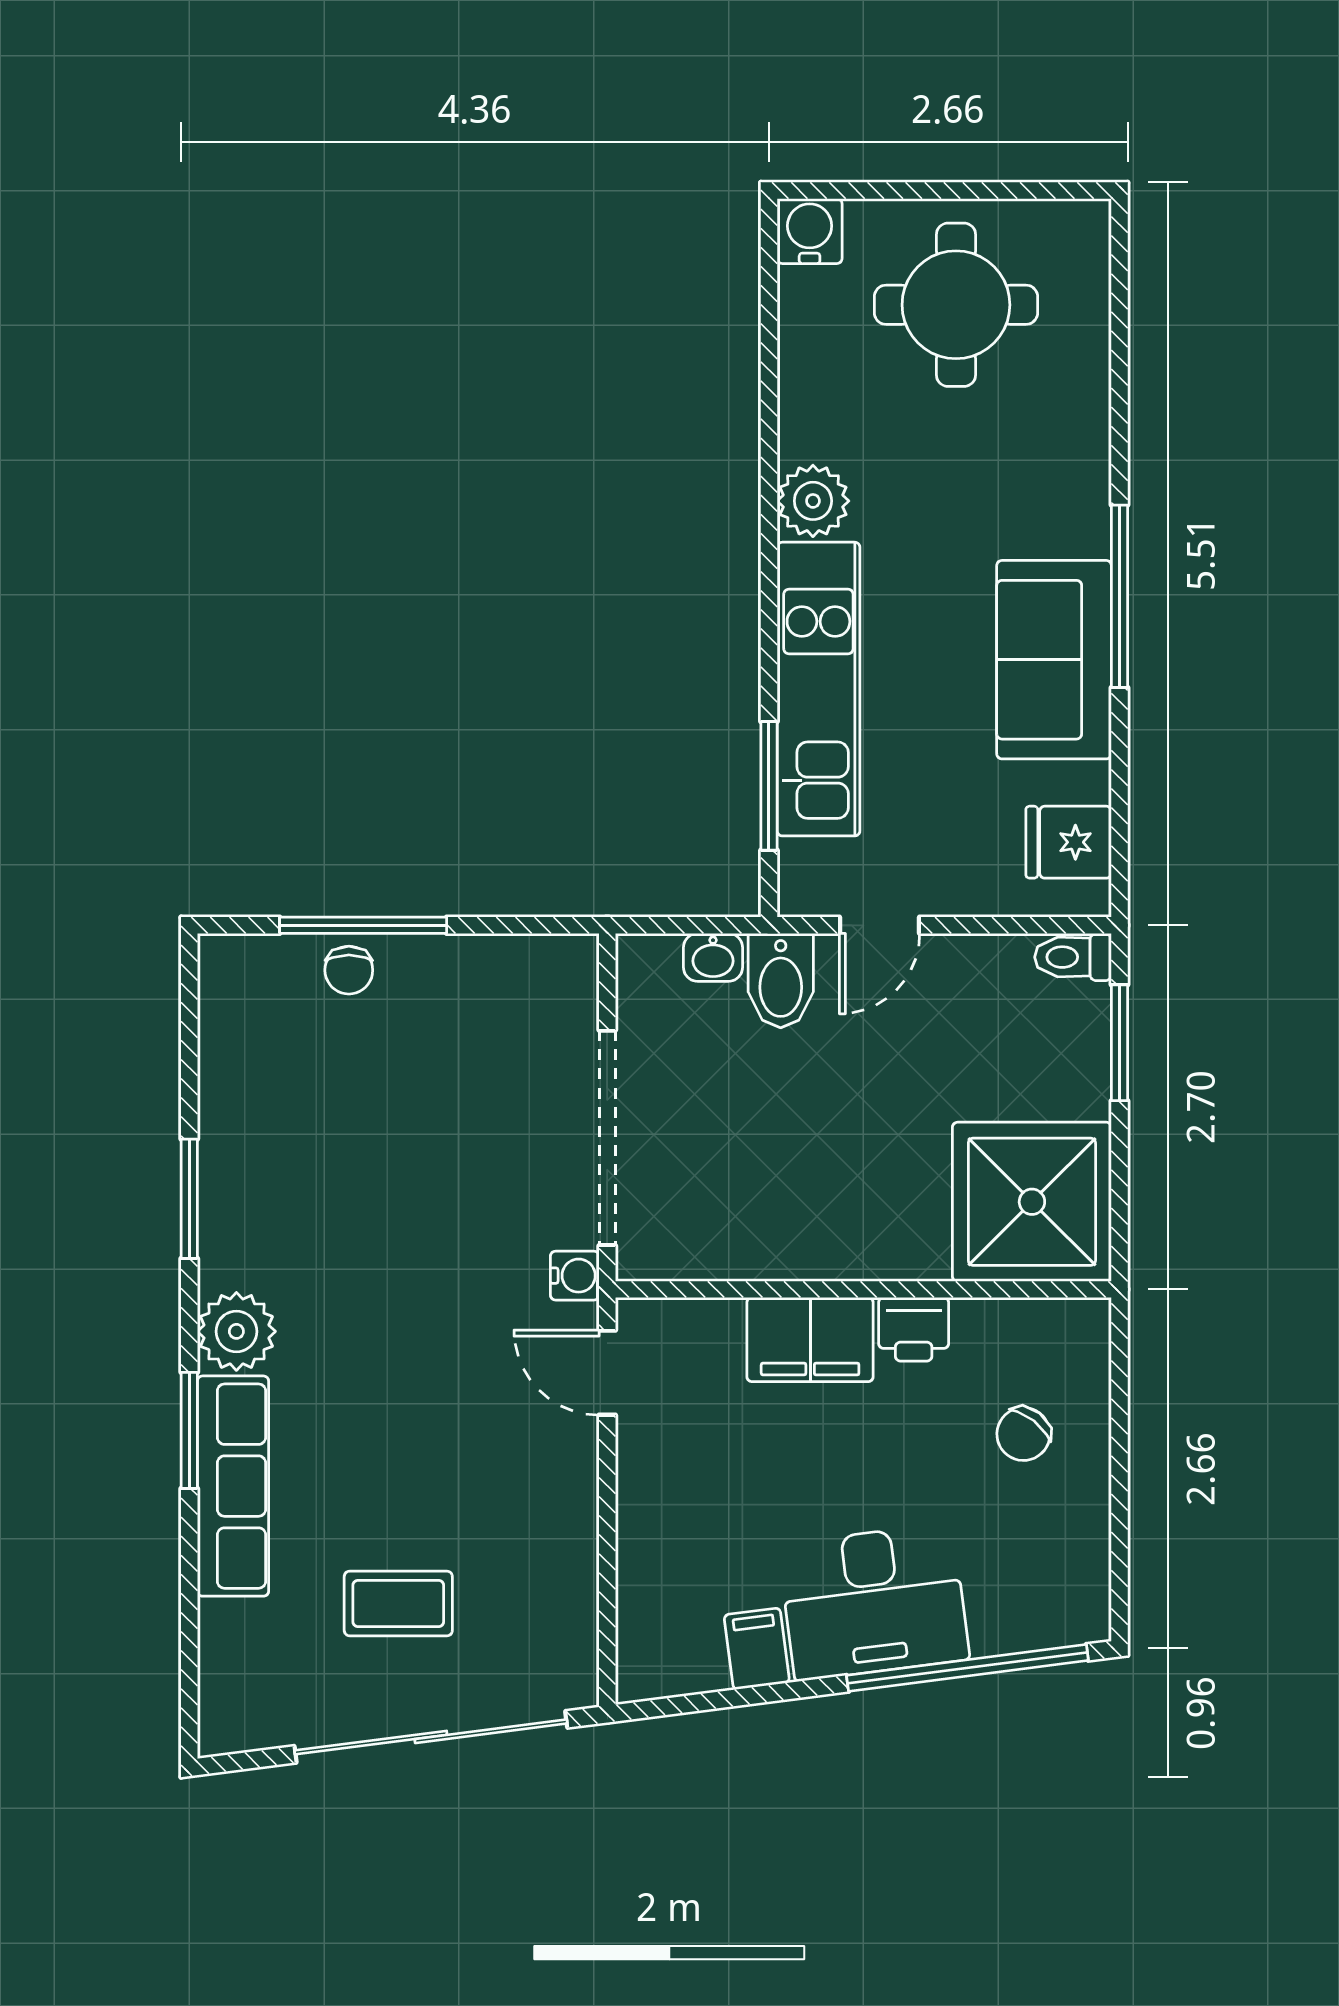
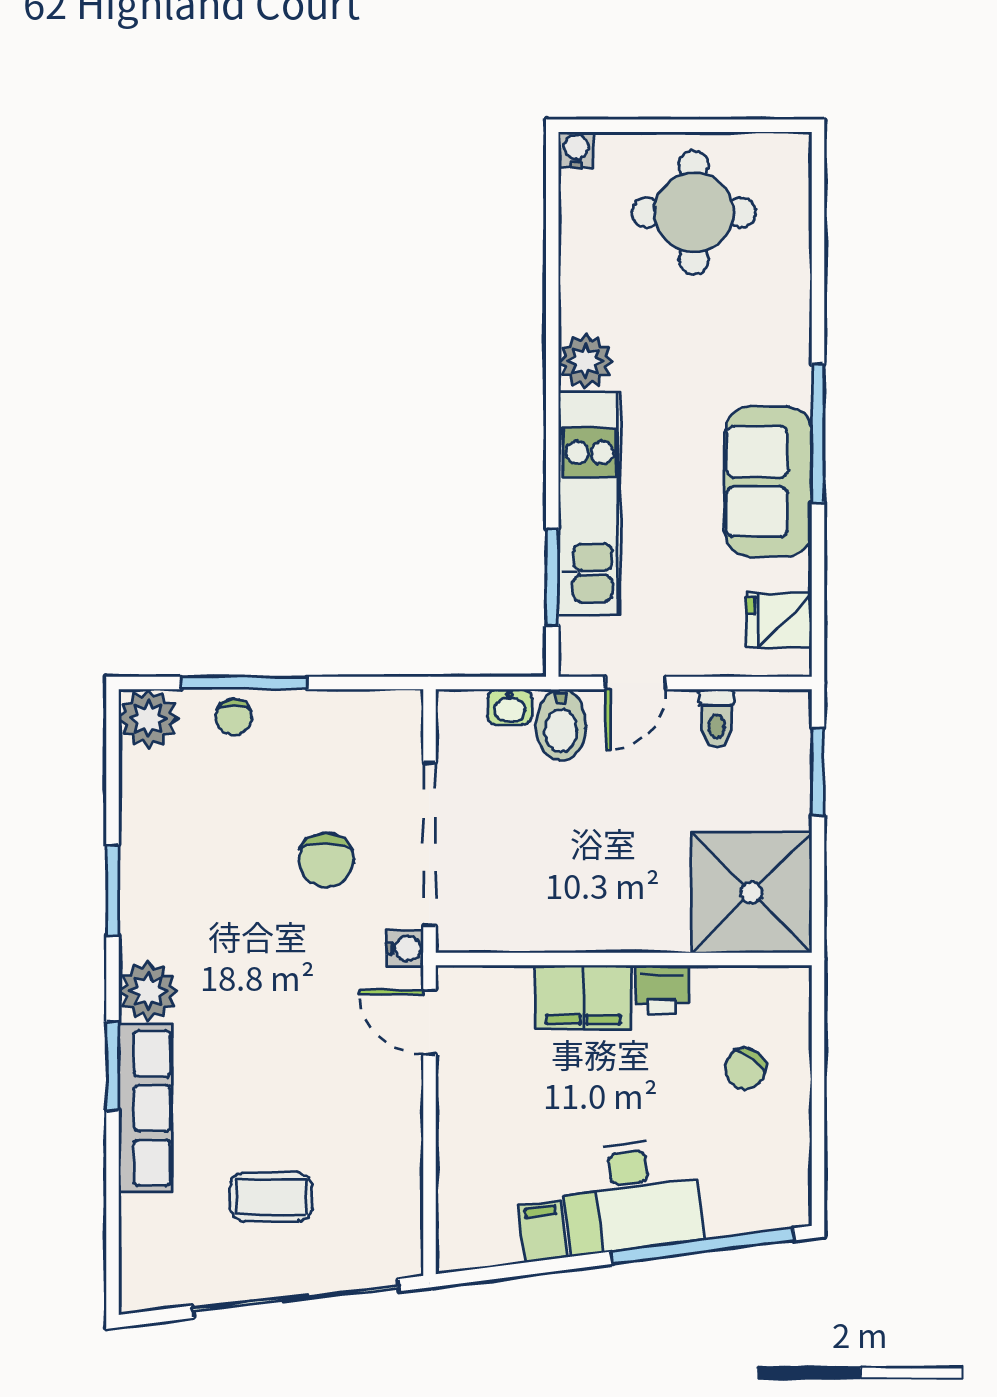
water cooler: (810, 231) -> (576, 150), width x0.72, depth x0.72
toilet: (1073, 957) -> (716, 718), moved, turned -90
plant: (236, 972) -> (148, 719), added
chair: (471, 1159) -> (326, 860), added

